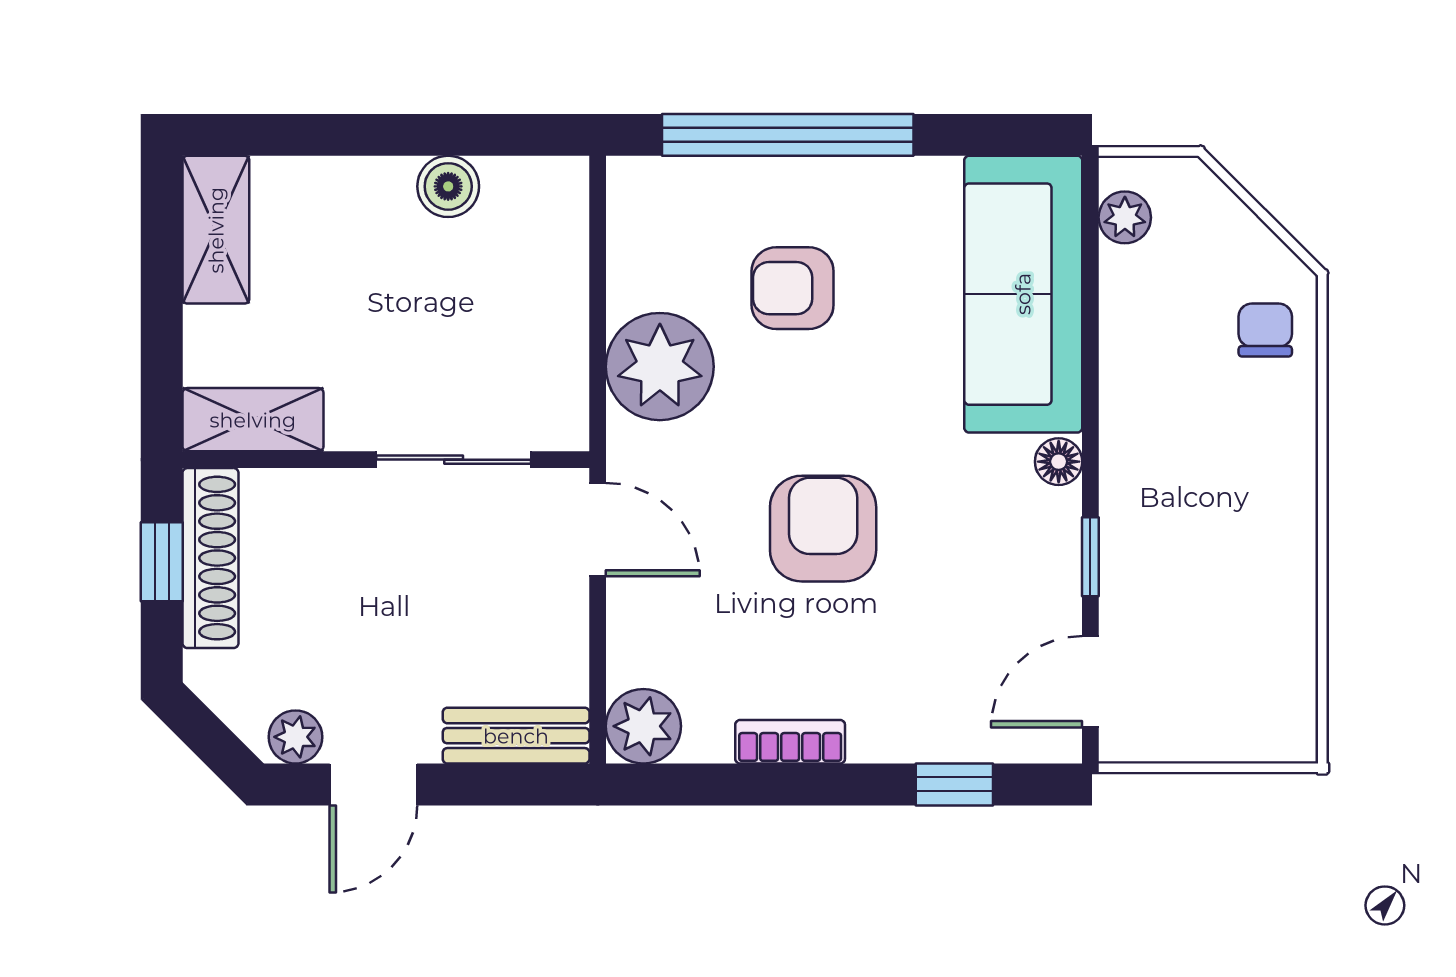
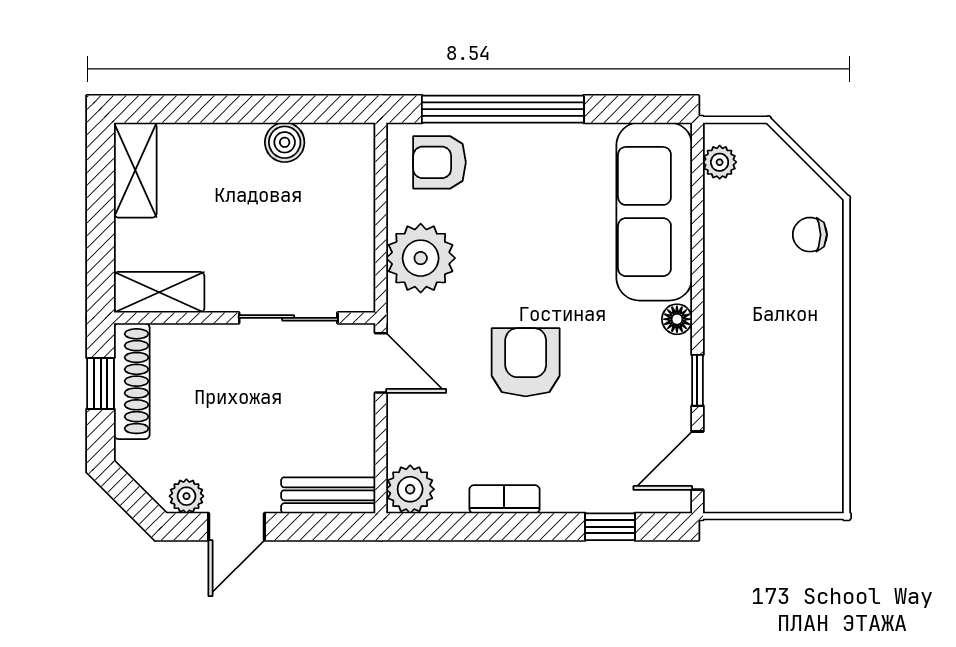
armchair: (793, 288) -> (439, 162), moved
chair: (1265, 330) -> (810, 235), turned -90

